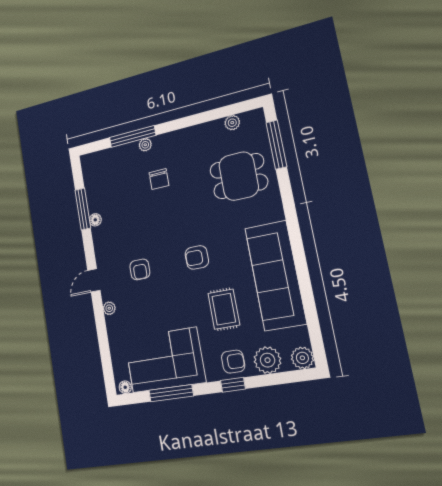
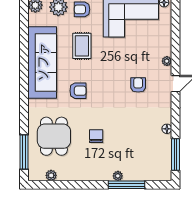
dining table: (239, 176) -> (54, 136), turned 90
chair: (159, 179) -> (96, 136), moved
window: (83, 209) -> (176, 154), moved
armchair: (197, 257) -> (78, 91), moved

